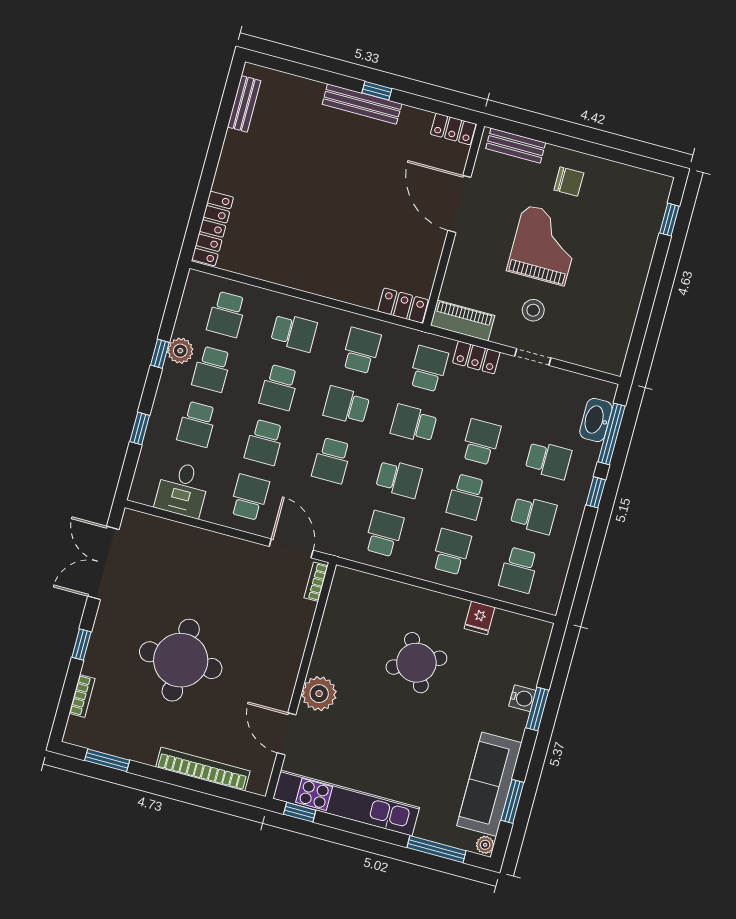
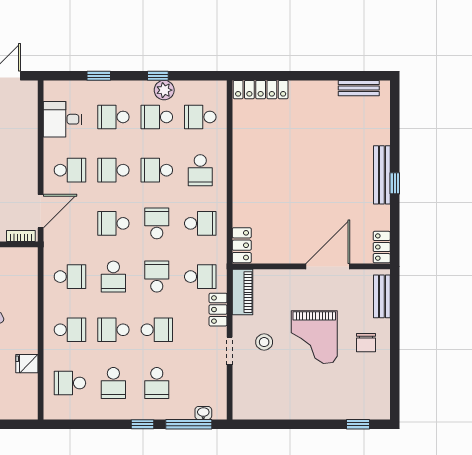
grand piano: (544, 245) -> (314, 337), turned 90
washbasin: (596, 420) -> (203, 413), width x0.52, depth x0.69

